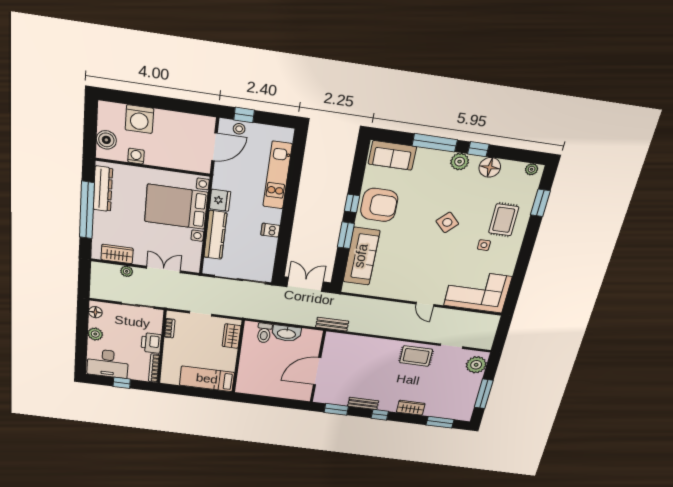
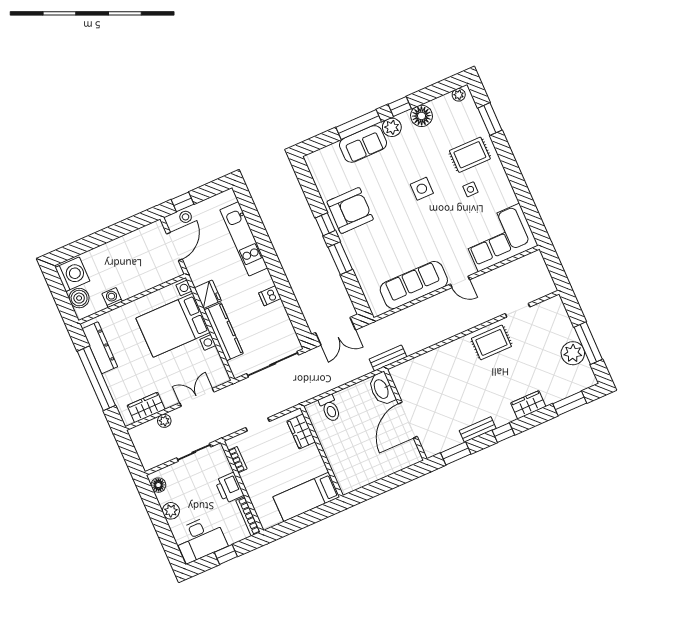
washing machine: (139, 119) -> (72, 274), moved, turned -90
sofa: (392, 155) -> (363, 144), moved
rug: (504, 220) -> (470, 155), turned 90
side table: (447, 222) -> (422, 189), turned 45
sofa: (361, 256) -> (414, 285), moved, turned -90
double door: (305, 284) -> (335, 331), swing flipped
washbasin: (286, 333) -> (382, 389), moved, turned 90
plant: (476, 365) -> (573, 353), moved

